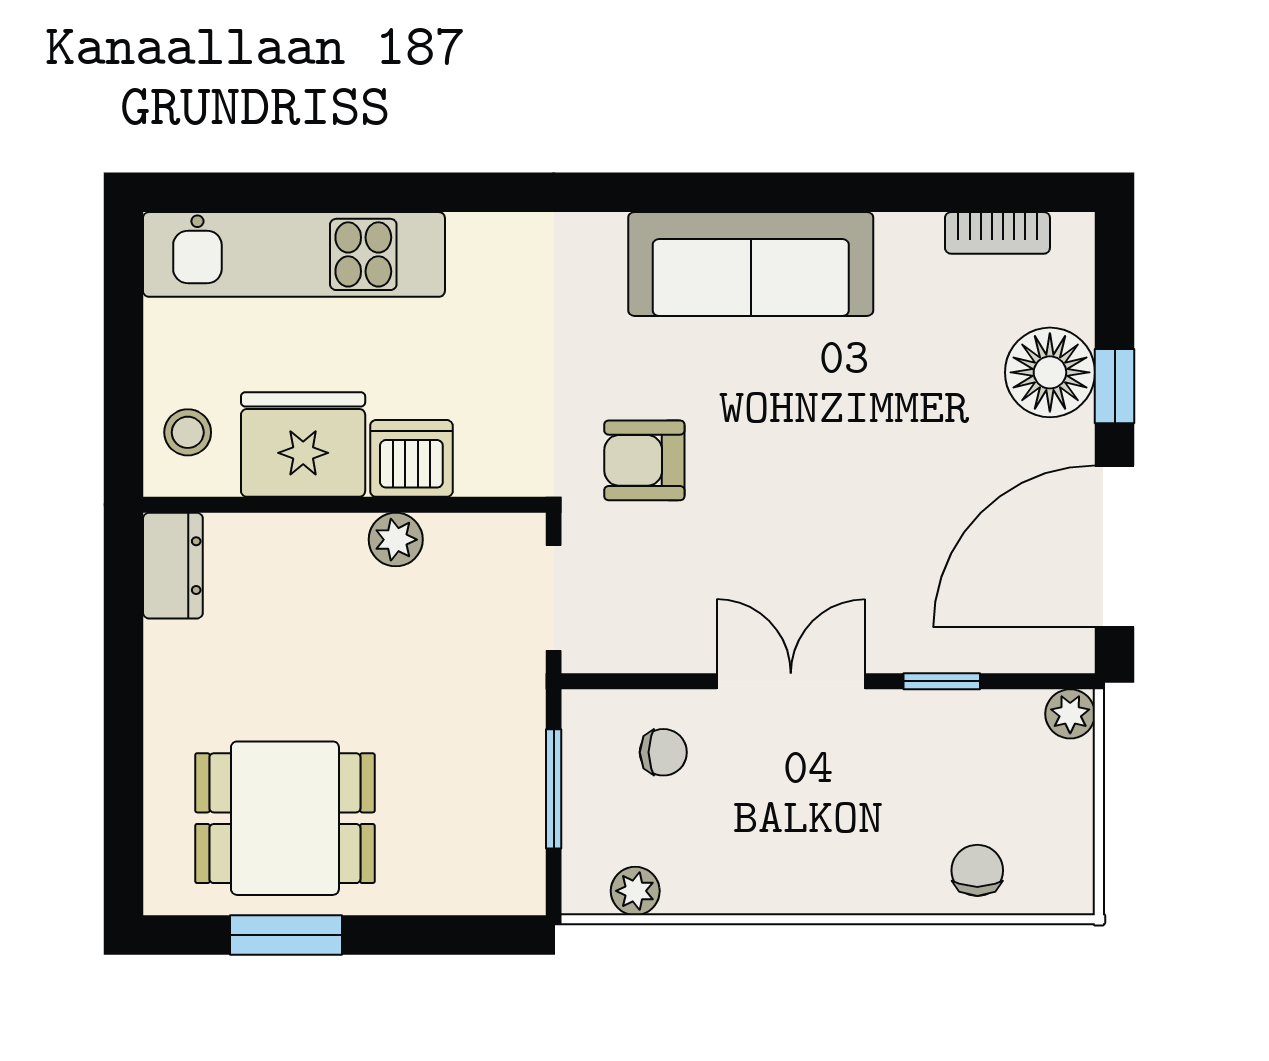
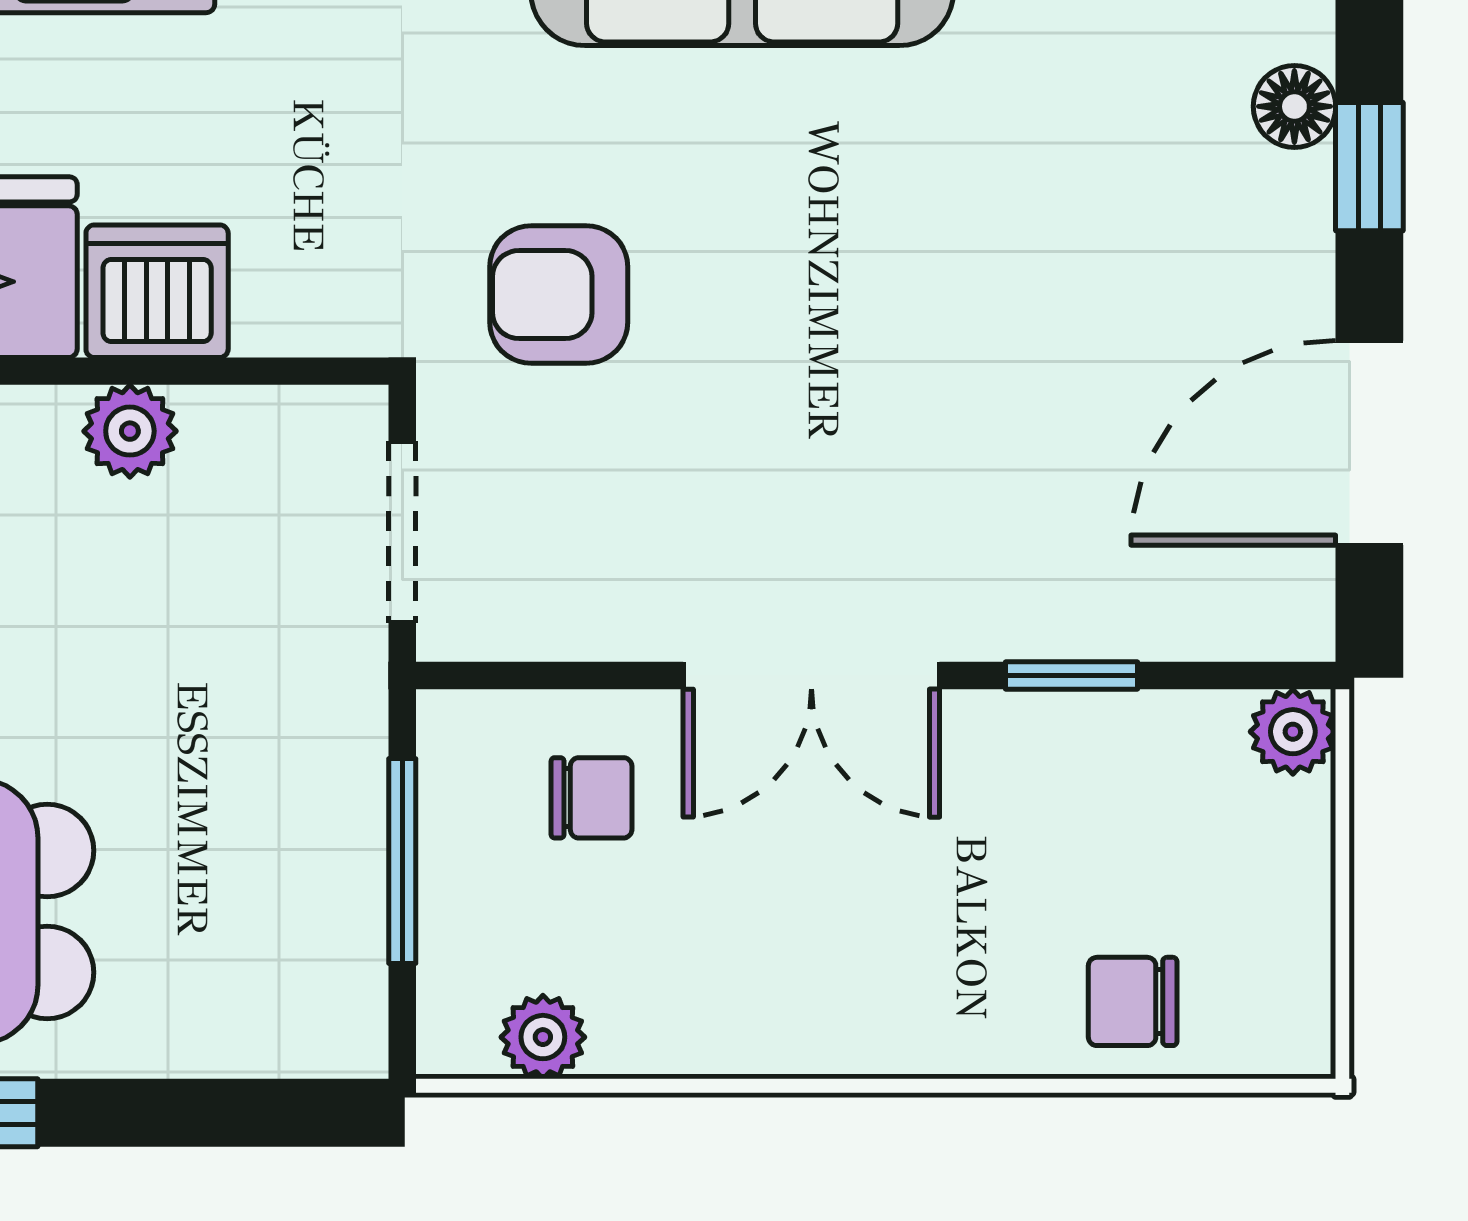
floor lamp: (1050, 372) -> (1294, 106), width x0.53, depth x0.53
door: (1115, 546) -> (1369, 443), width x0.73
double door: (791, 681) -> (811, 675), swing flipped
chair: (977, 870) -> (1133, 1001), turned -90

